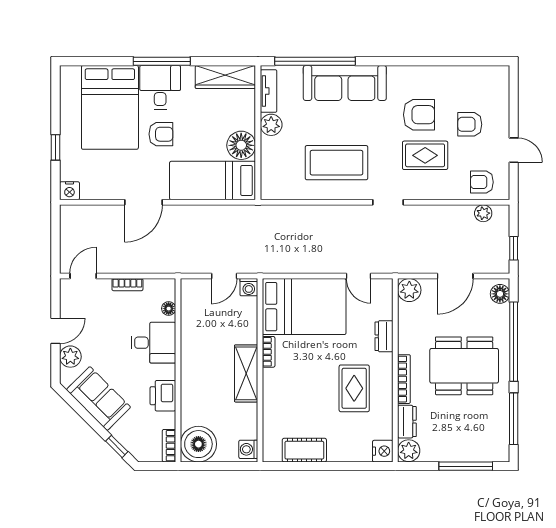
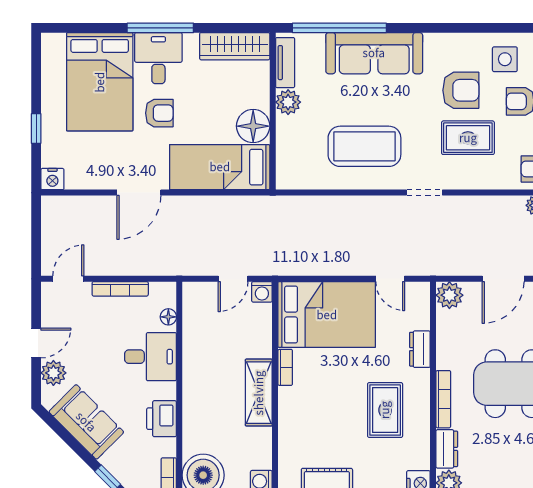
side table: (457, 88) -> (505, 59), added
bookcase: (127, 285) -> (120, 289), width x1.56

